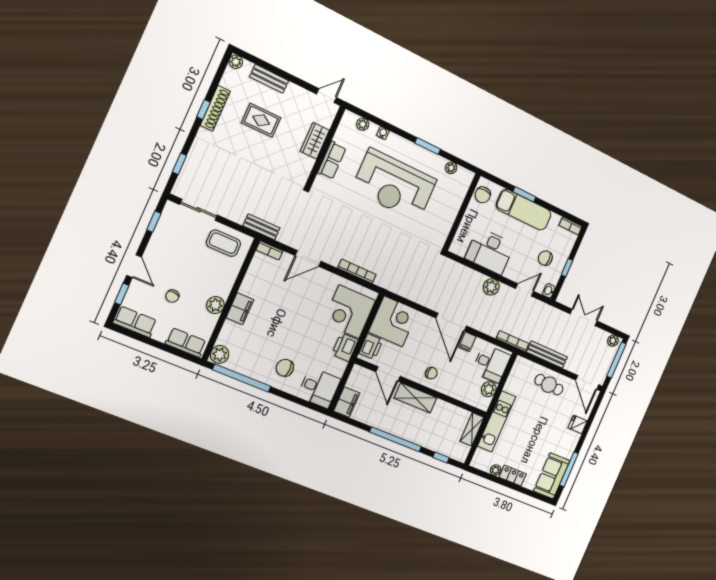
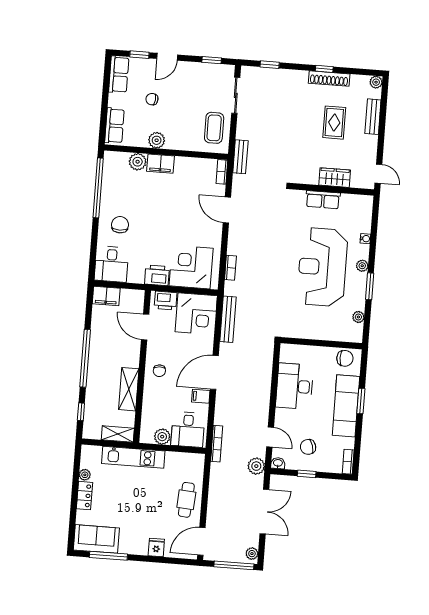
plant: (363, 124) -> (362, 266), moved
chair: (483, 195) -> (345, 358), turned 180
chair: (545, 258) -> (308, 447), turned -107
bookcase: (357, 271) -> (230, 268), width x0.64
plant: (491, 287) -> (256, 466), moved
double door: (584, 317) -> (264, 512), width x1.37
plant: (220, 354) -> (138, 162), moved
bench: (547, 355) -> (228, 319), moved
door: (388, 374) -> (145, 327), hinge flipped
shelving: (415, 398) -> (129, 389), moved

